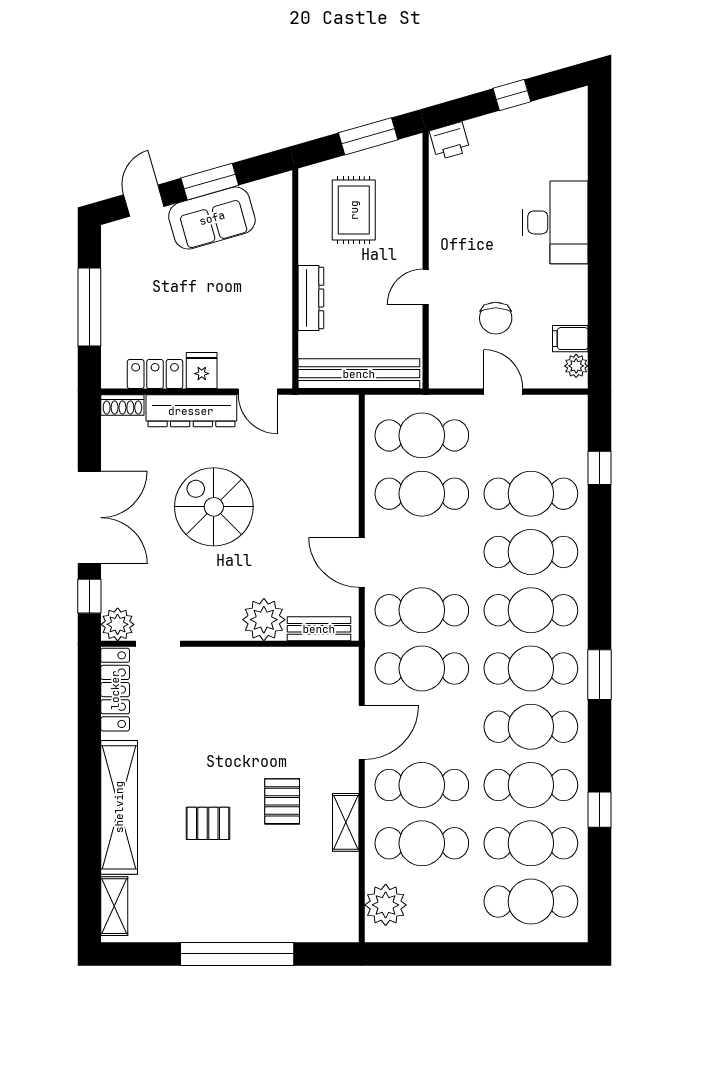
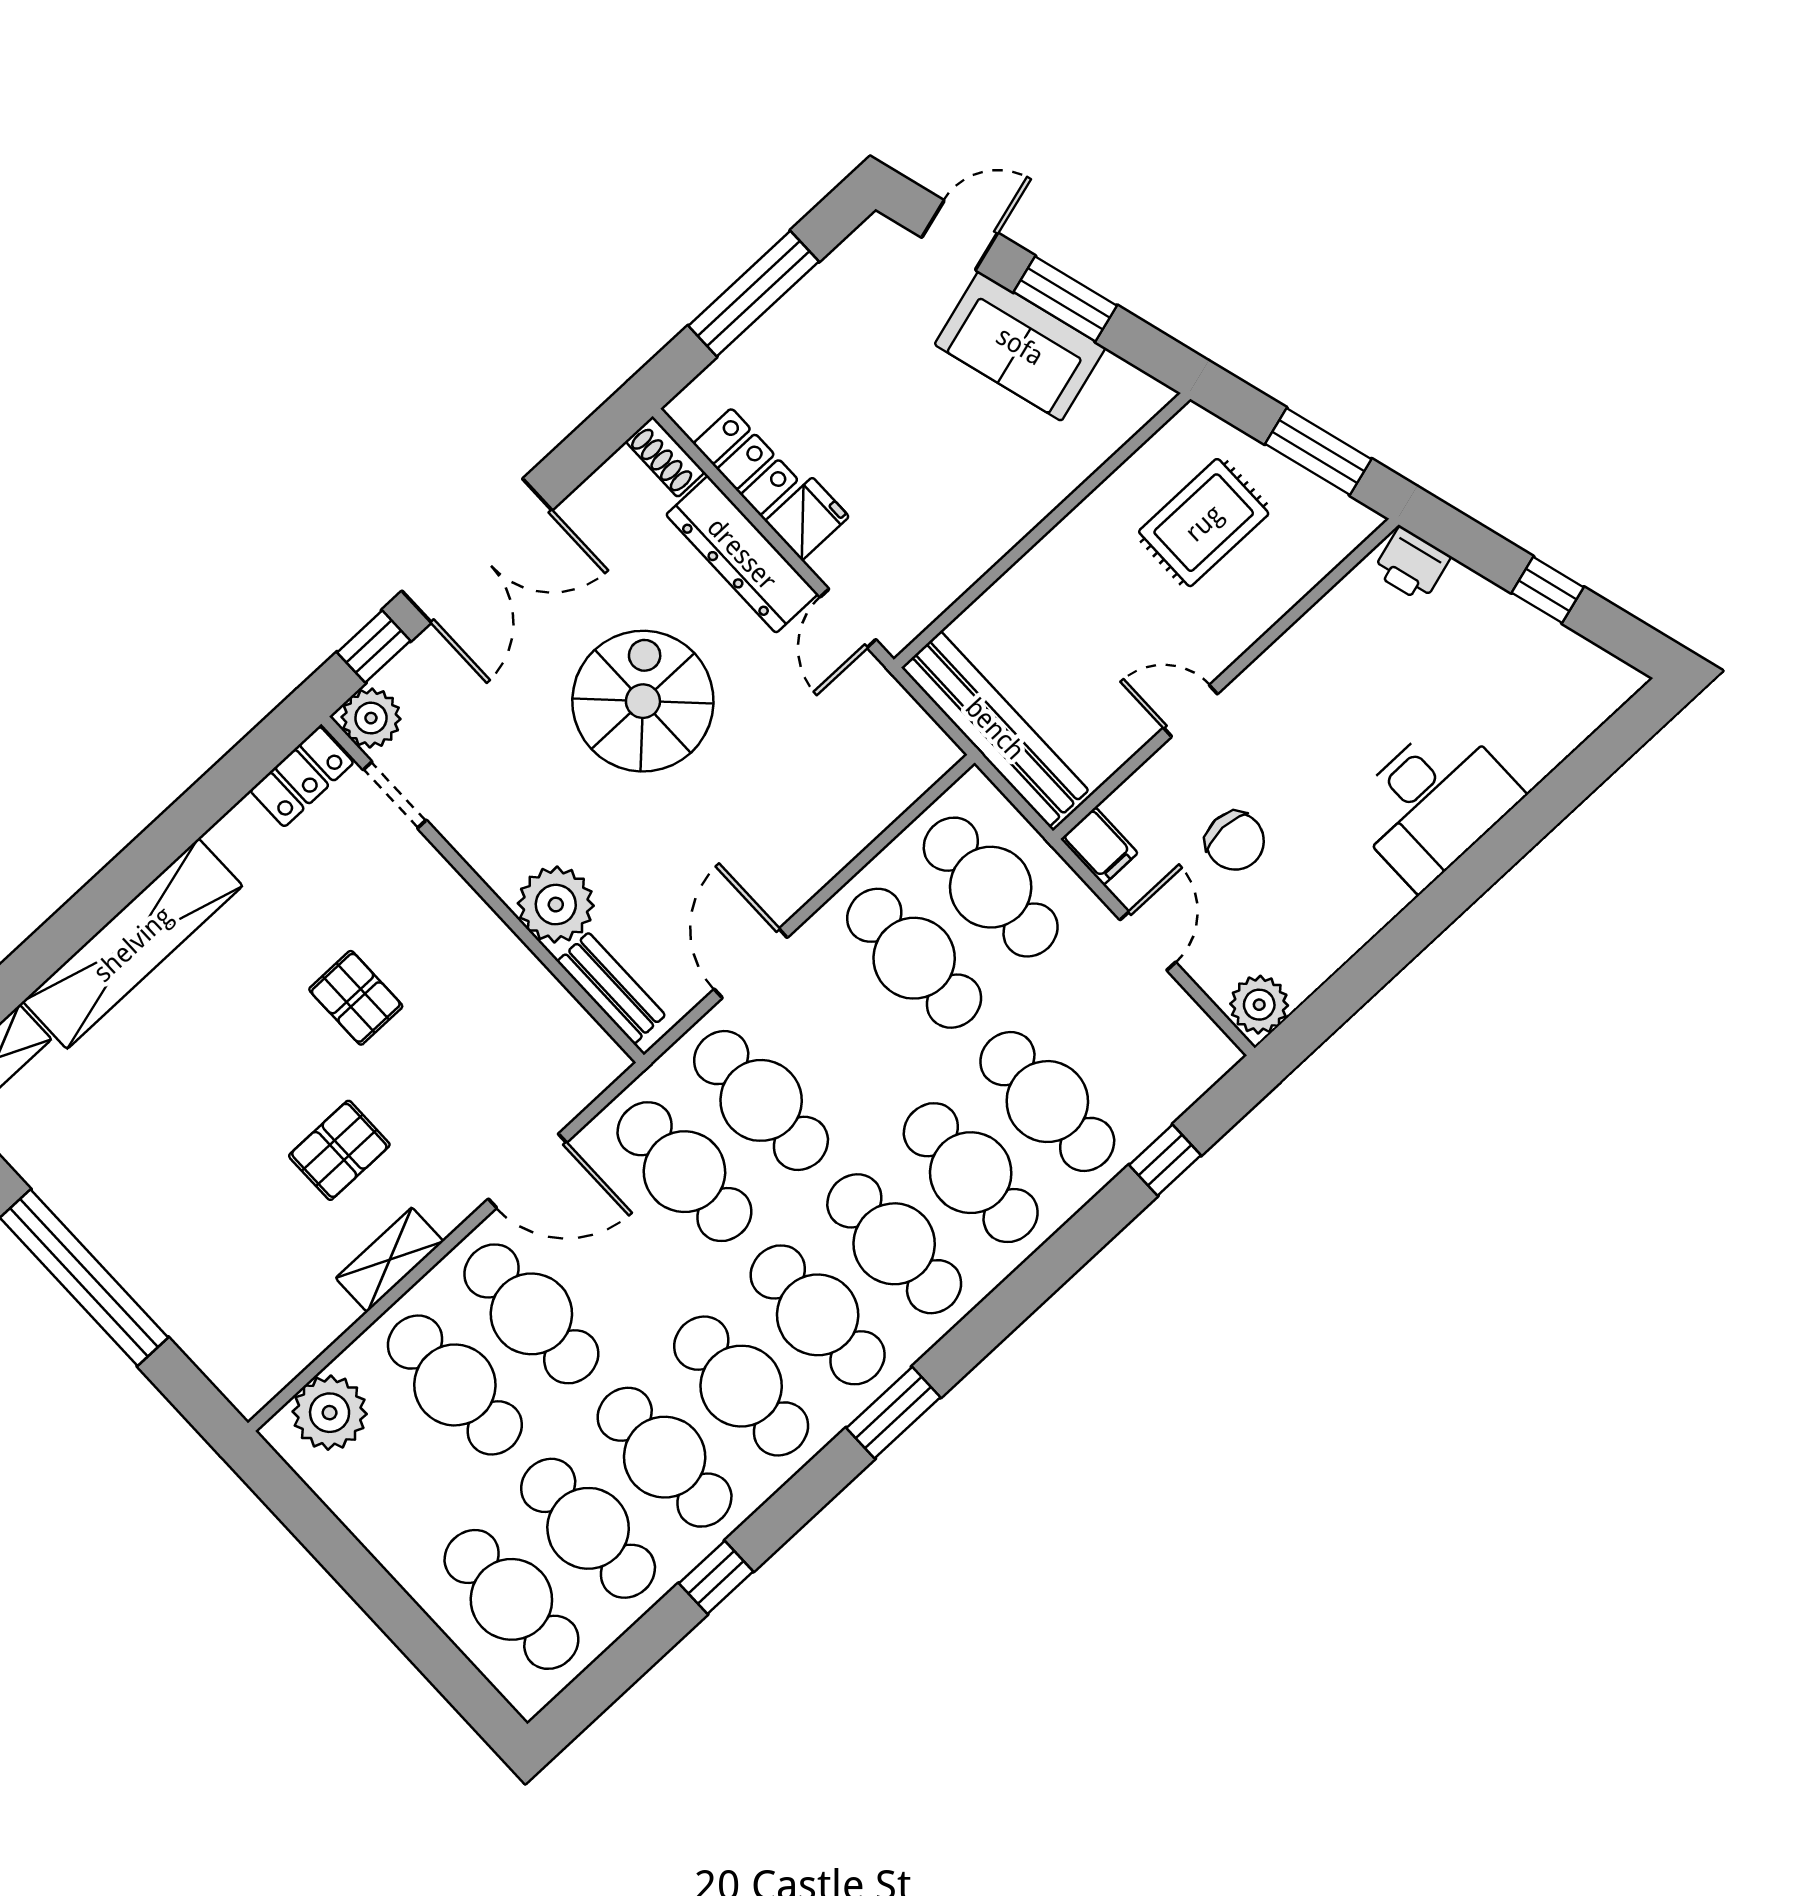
dresser: (311, 298) -> (1036, 574), removed
chair: (496, 318) -> (1235, 841), turned -90
filing cabinet: (570, 339) -> (1099, 846), moved, turned 180
plant: (576, 366) -> (1259, 1005), width x1.38, depth x1.38
locker: (115, 690) -> (302, 777), width x0.66
pallet: (208, 823) -> (356, 998), moved

